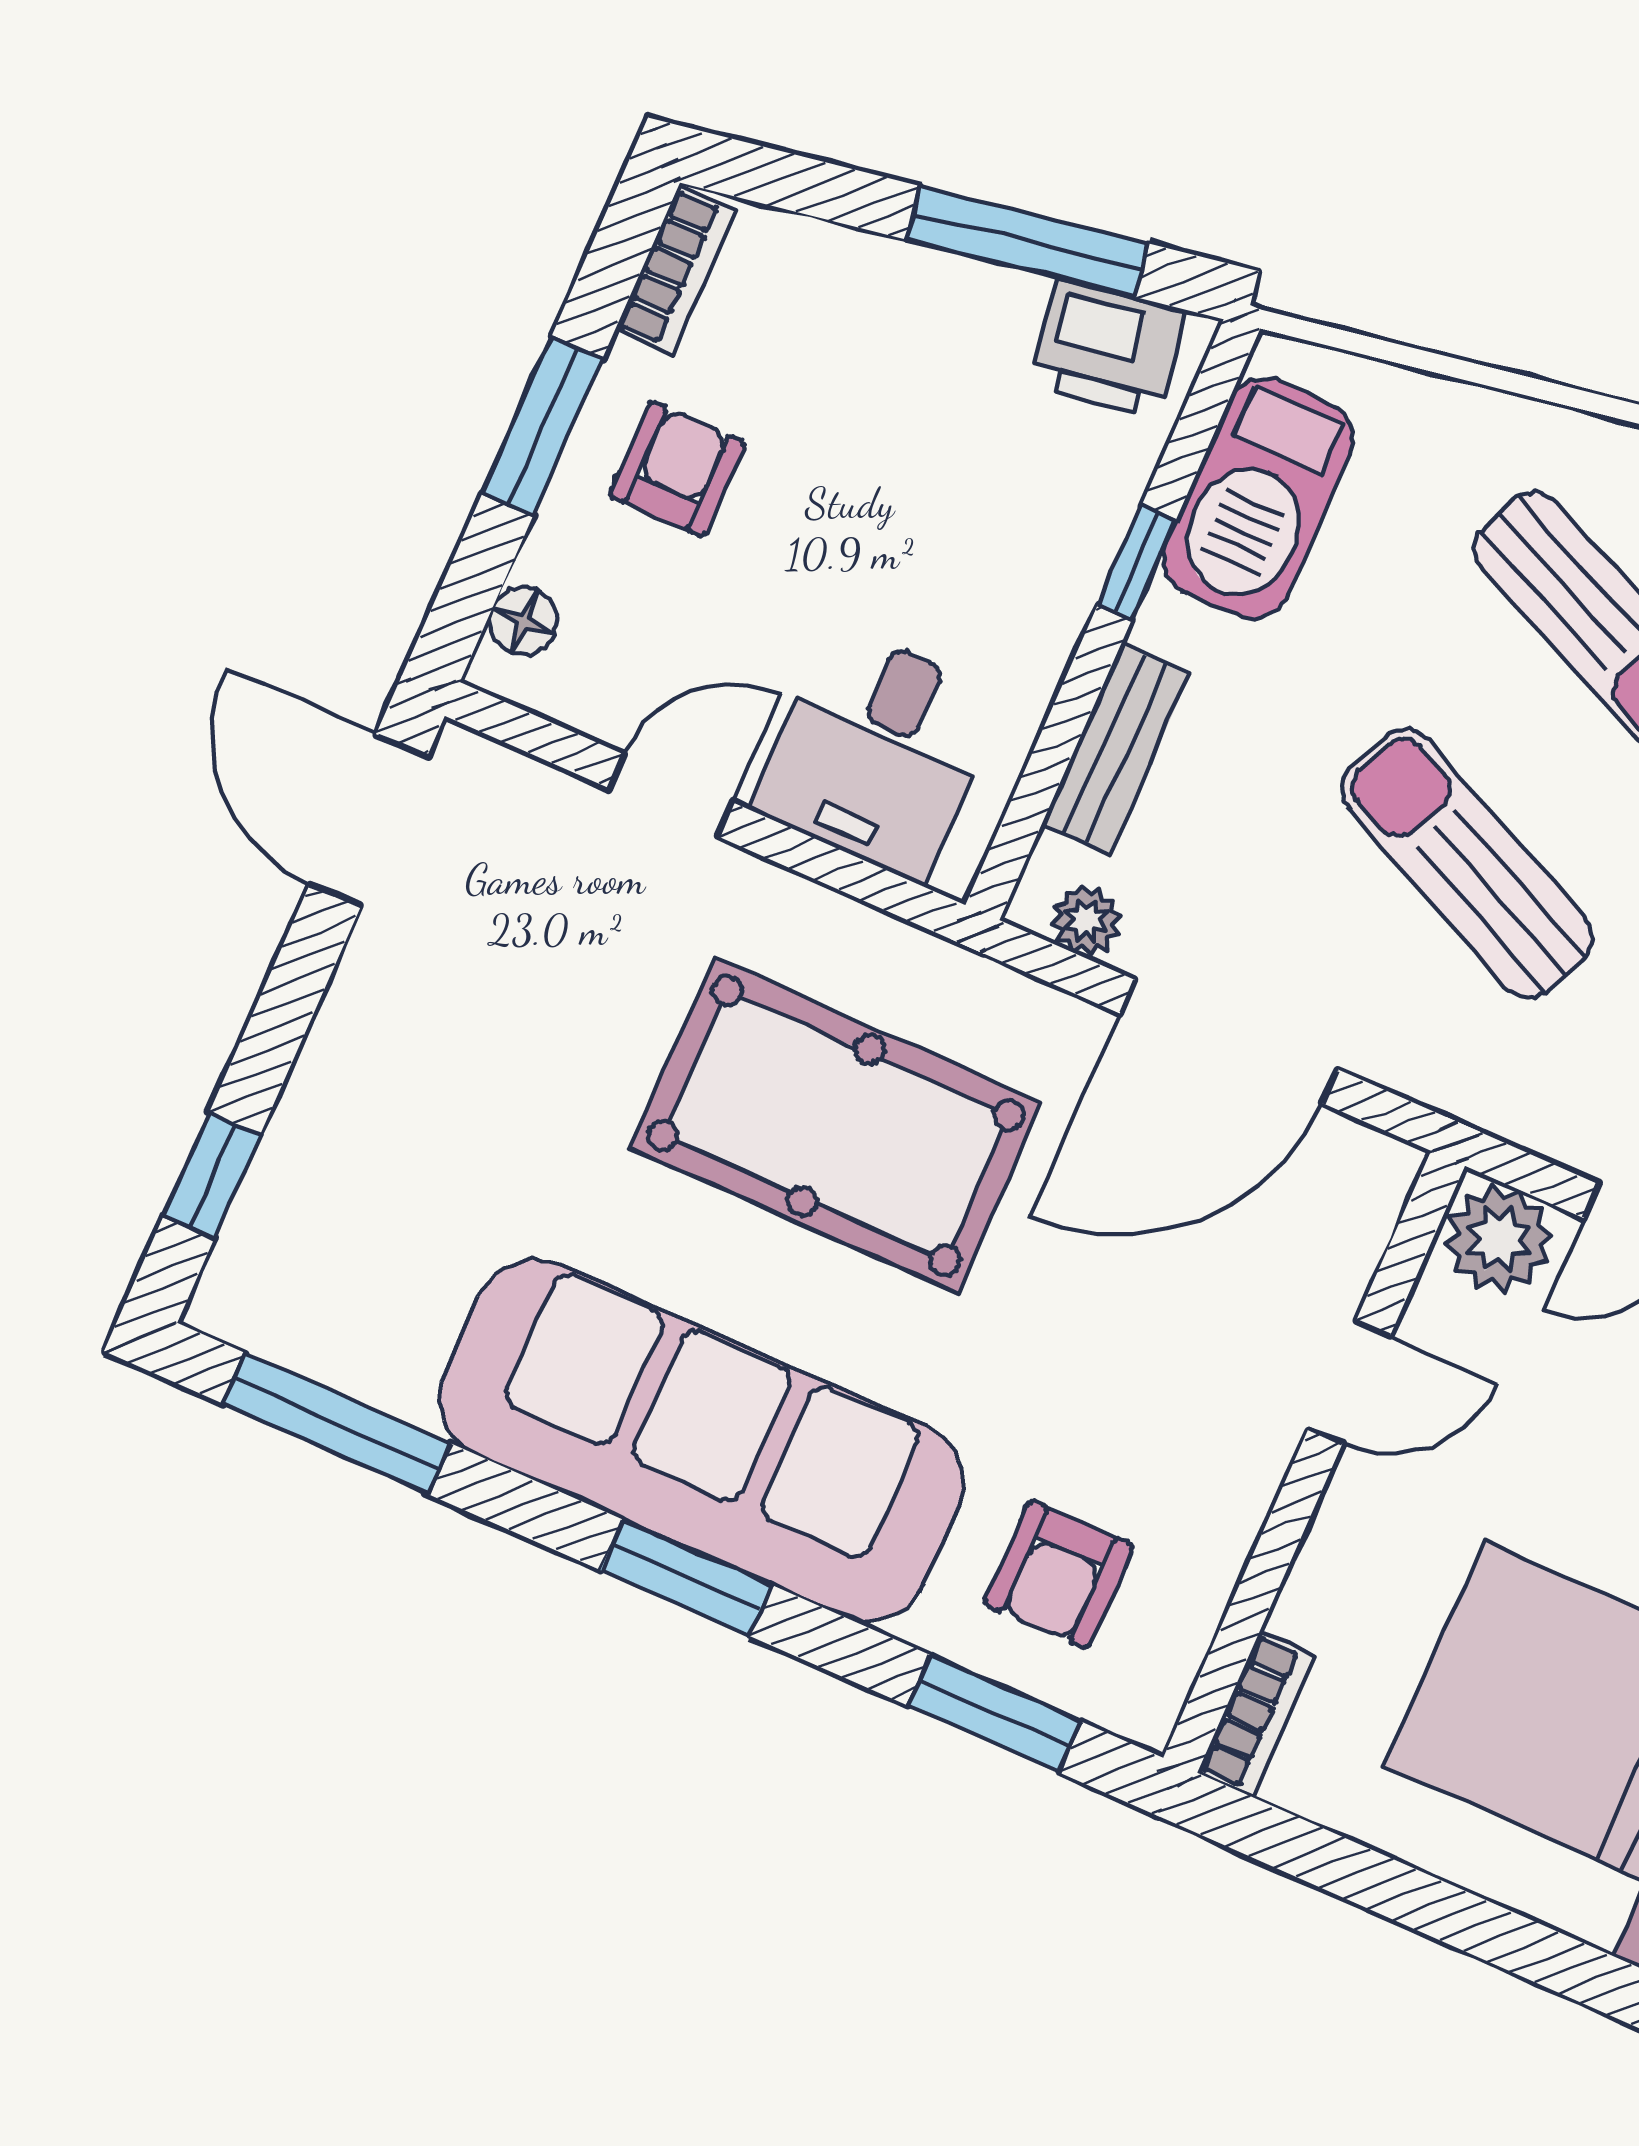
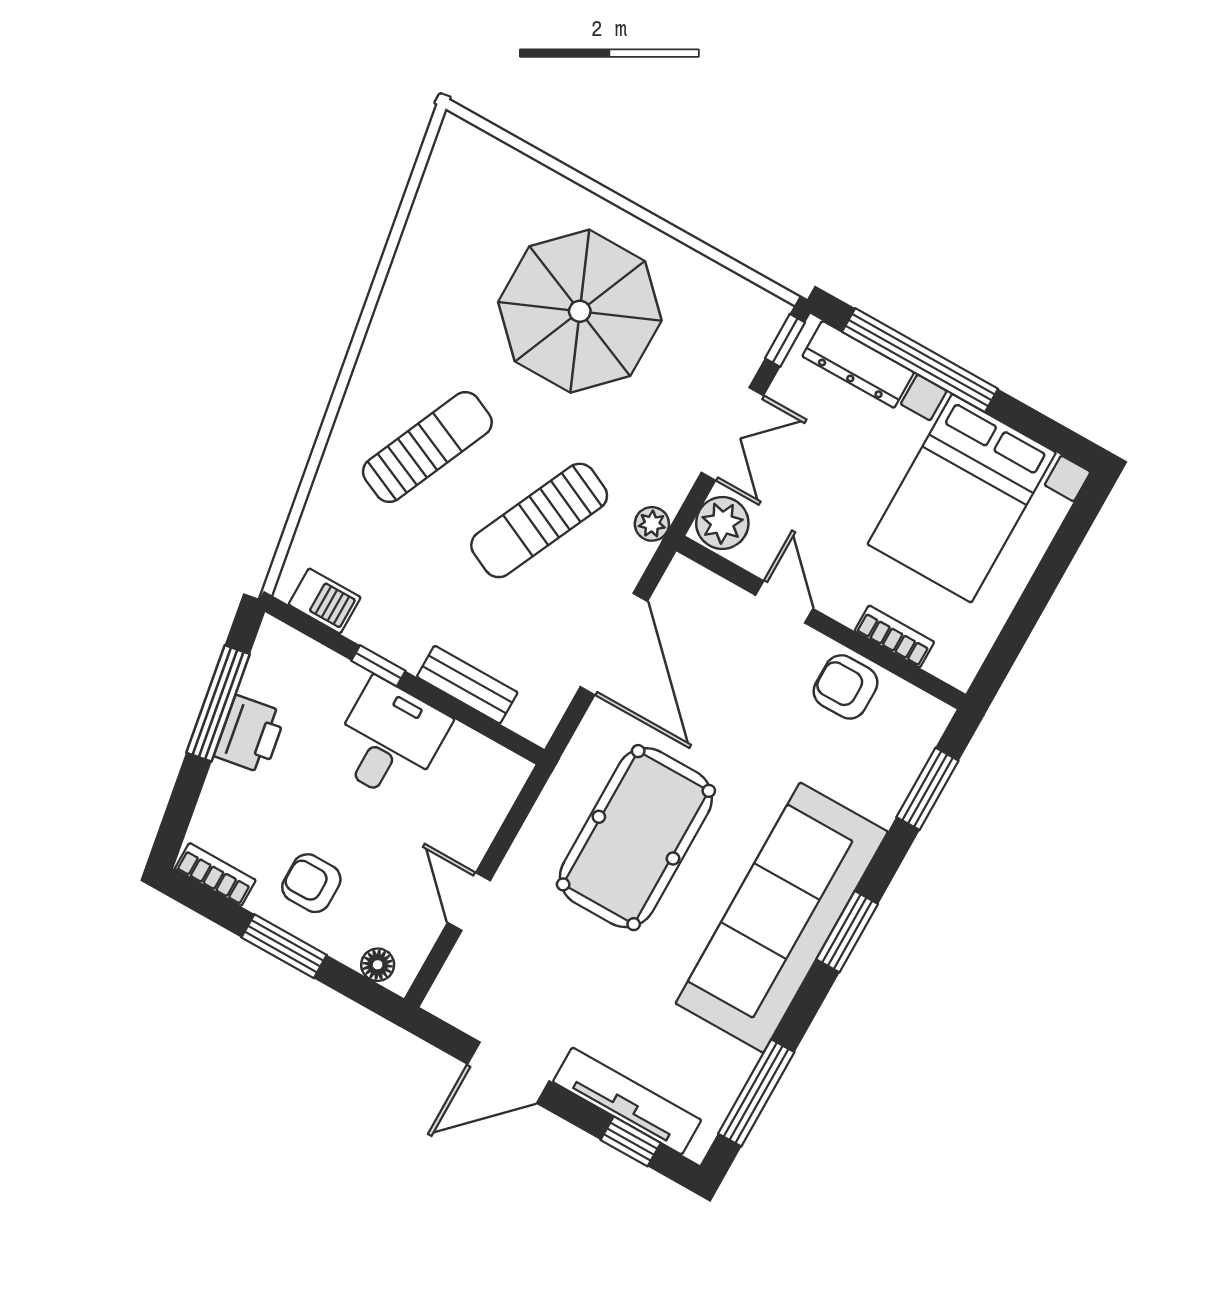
printer: (1108, 348) -> (250, 734), moved
barbecue: (1258, 498) -> (325, 601), width x0.53, depth x0.65
desk: (878, 753) -> (389, 740), moved, turned -90
door: (368, 820) -> (508, 1073), moved
plant: (1086, 920) -> (652, 524), moved
tv unit: (294, 1160) -> (627, 1101), added
armchair: (1059, 1575) -> (845, 687), moved, turned 180
bookcase: (1257, 1714) -> (894, 636), moved

